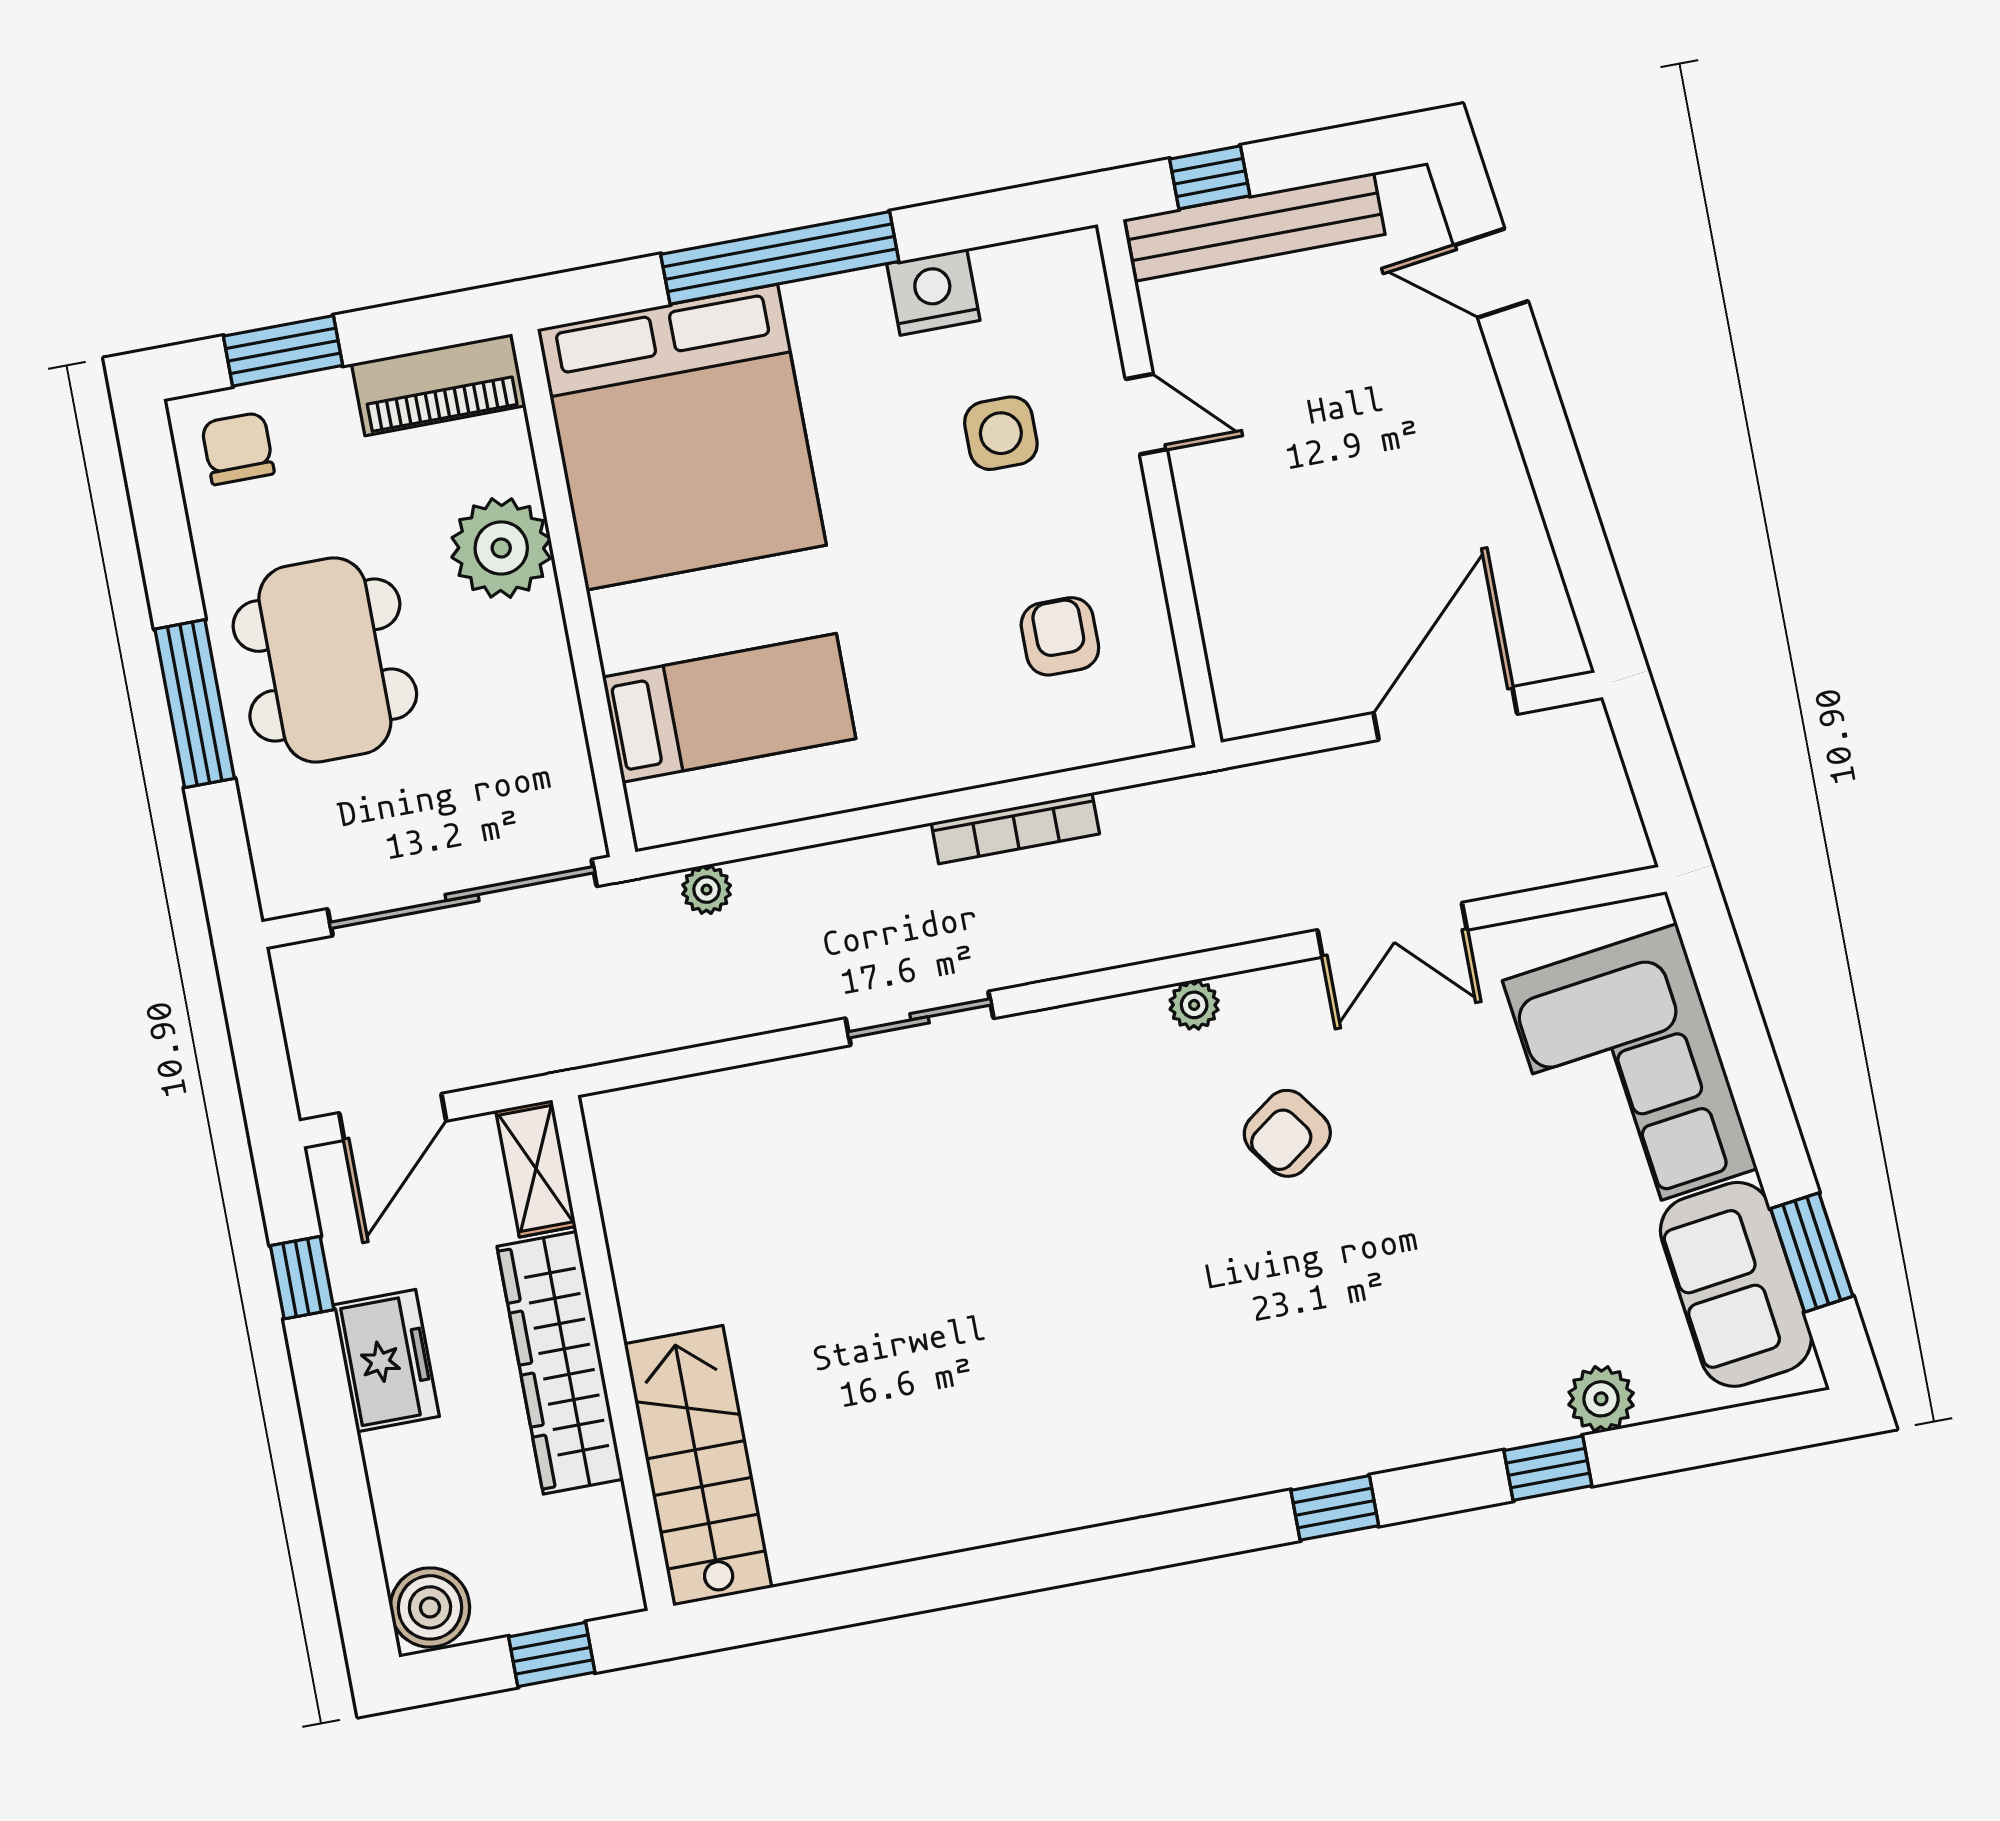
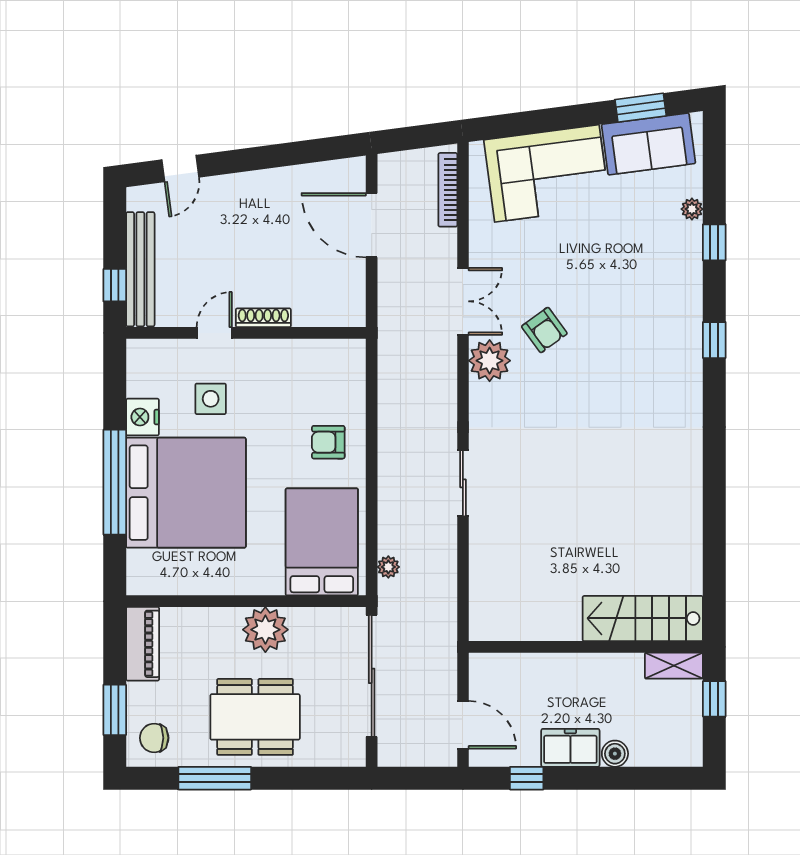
bed: (682, 437) -> (186, 493), moved
shoe rack: (1199, 515) -> (263, 318), added
plant: (501, 548) -> (265, 630), moved
armchair: (1060, 636) -> (328, 442), moved
window: (195, 704) -> (215, 778), moved
bed: (729, 708) -> (322, 542), width x1.50
bookcase: (1015, 828) -> (448, 190), moved, turned 180
double door: (1392, 930) -> (463, 301), moved
plant: (1194, 1005) -> (490, 361), width x1.88, depth x1.88
shelving: (536, 1168) -> (674, 666), moved
wardrobe: (560, 1363) -> (586, 671), removed
plant: (1601, 1399) -> (692, 209), width x0.73, depth x0.73
boiler: (430, 1607) -> (615, 754), moved, width x0.73, depth x0.73

